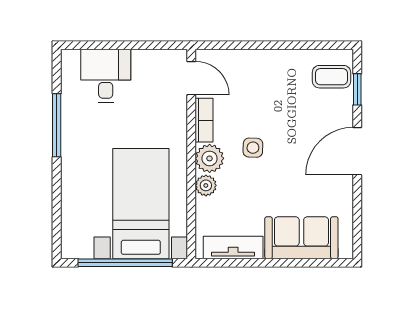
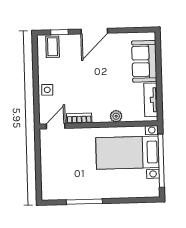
desk: (106, 76) -> (56, 175), removed
side table: (253, 148) -> (47, 90), moved
door: (357, 151) -> (94, 31), hinge flipped
plant: (210, 158) -> (101, 115), removed

